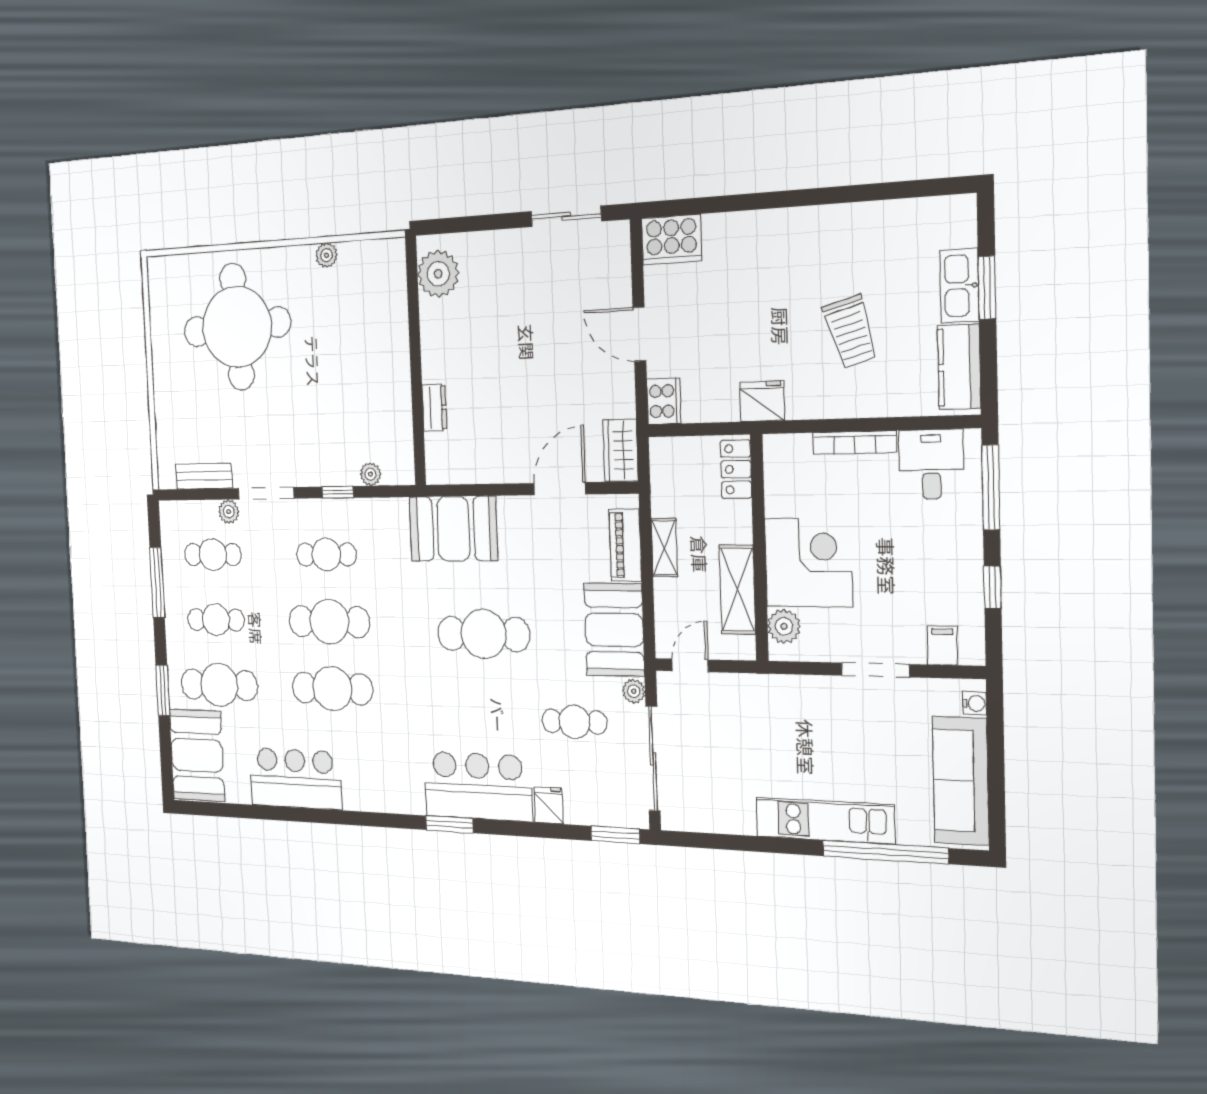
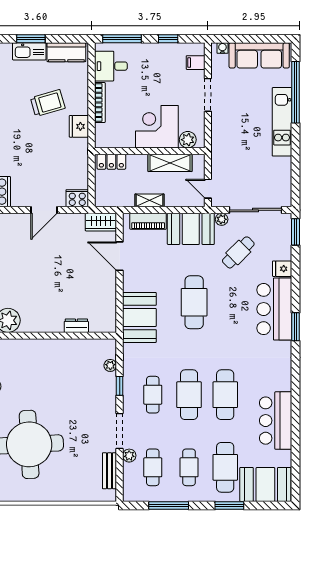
fridge: (762, 401) -> (79, 126), moved
cafe table: (574, 722) -> (238, 252), turned 45

